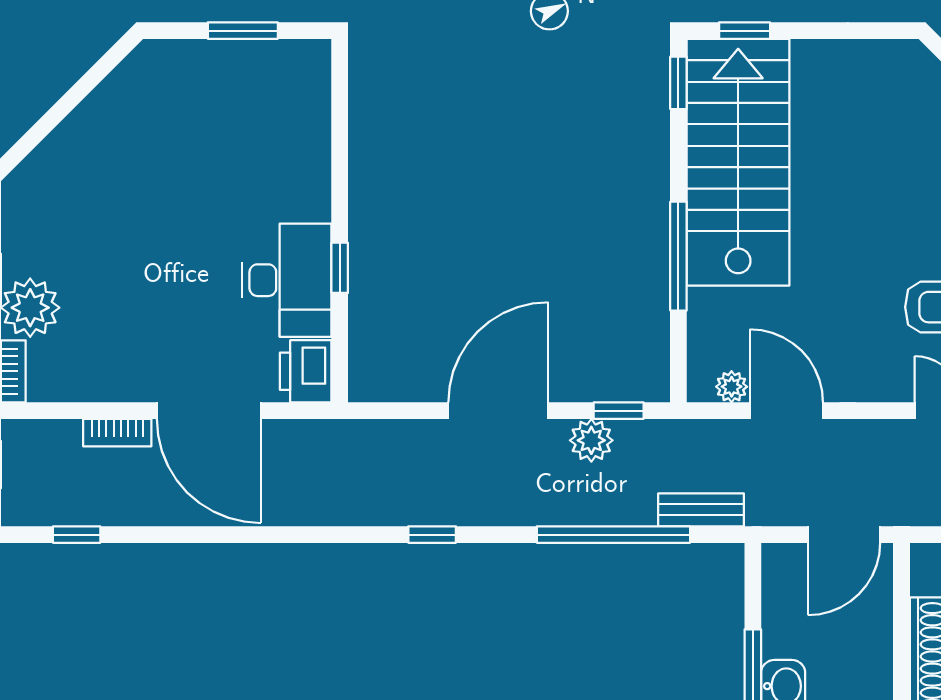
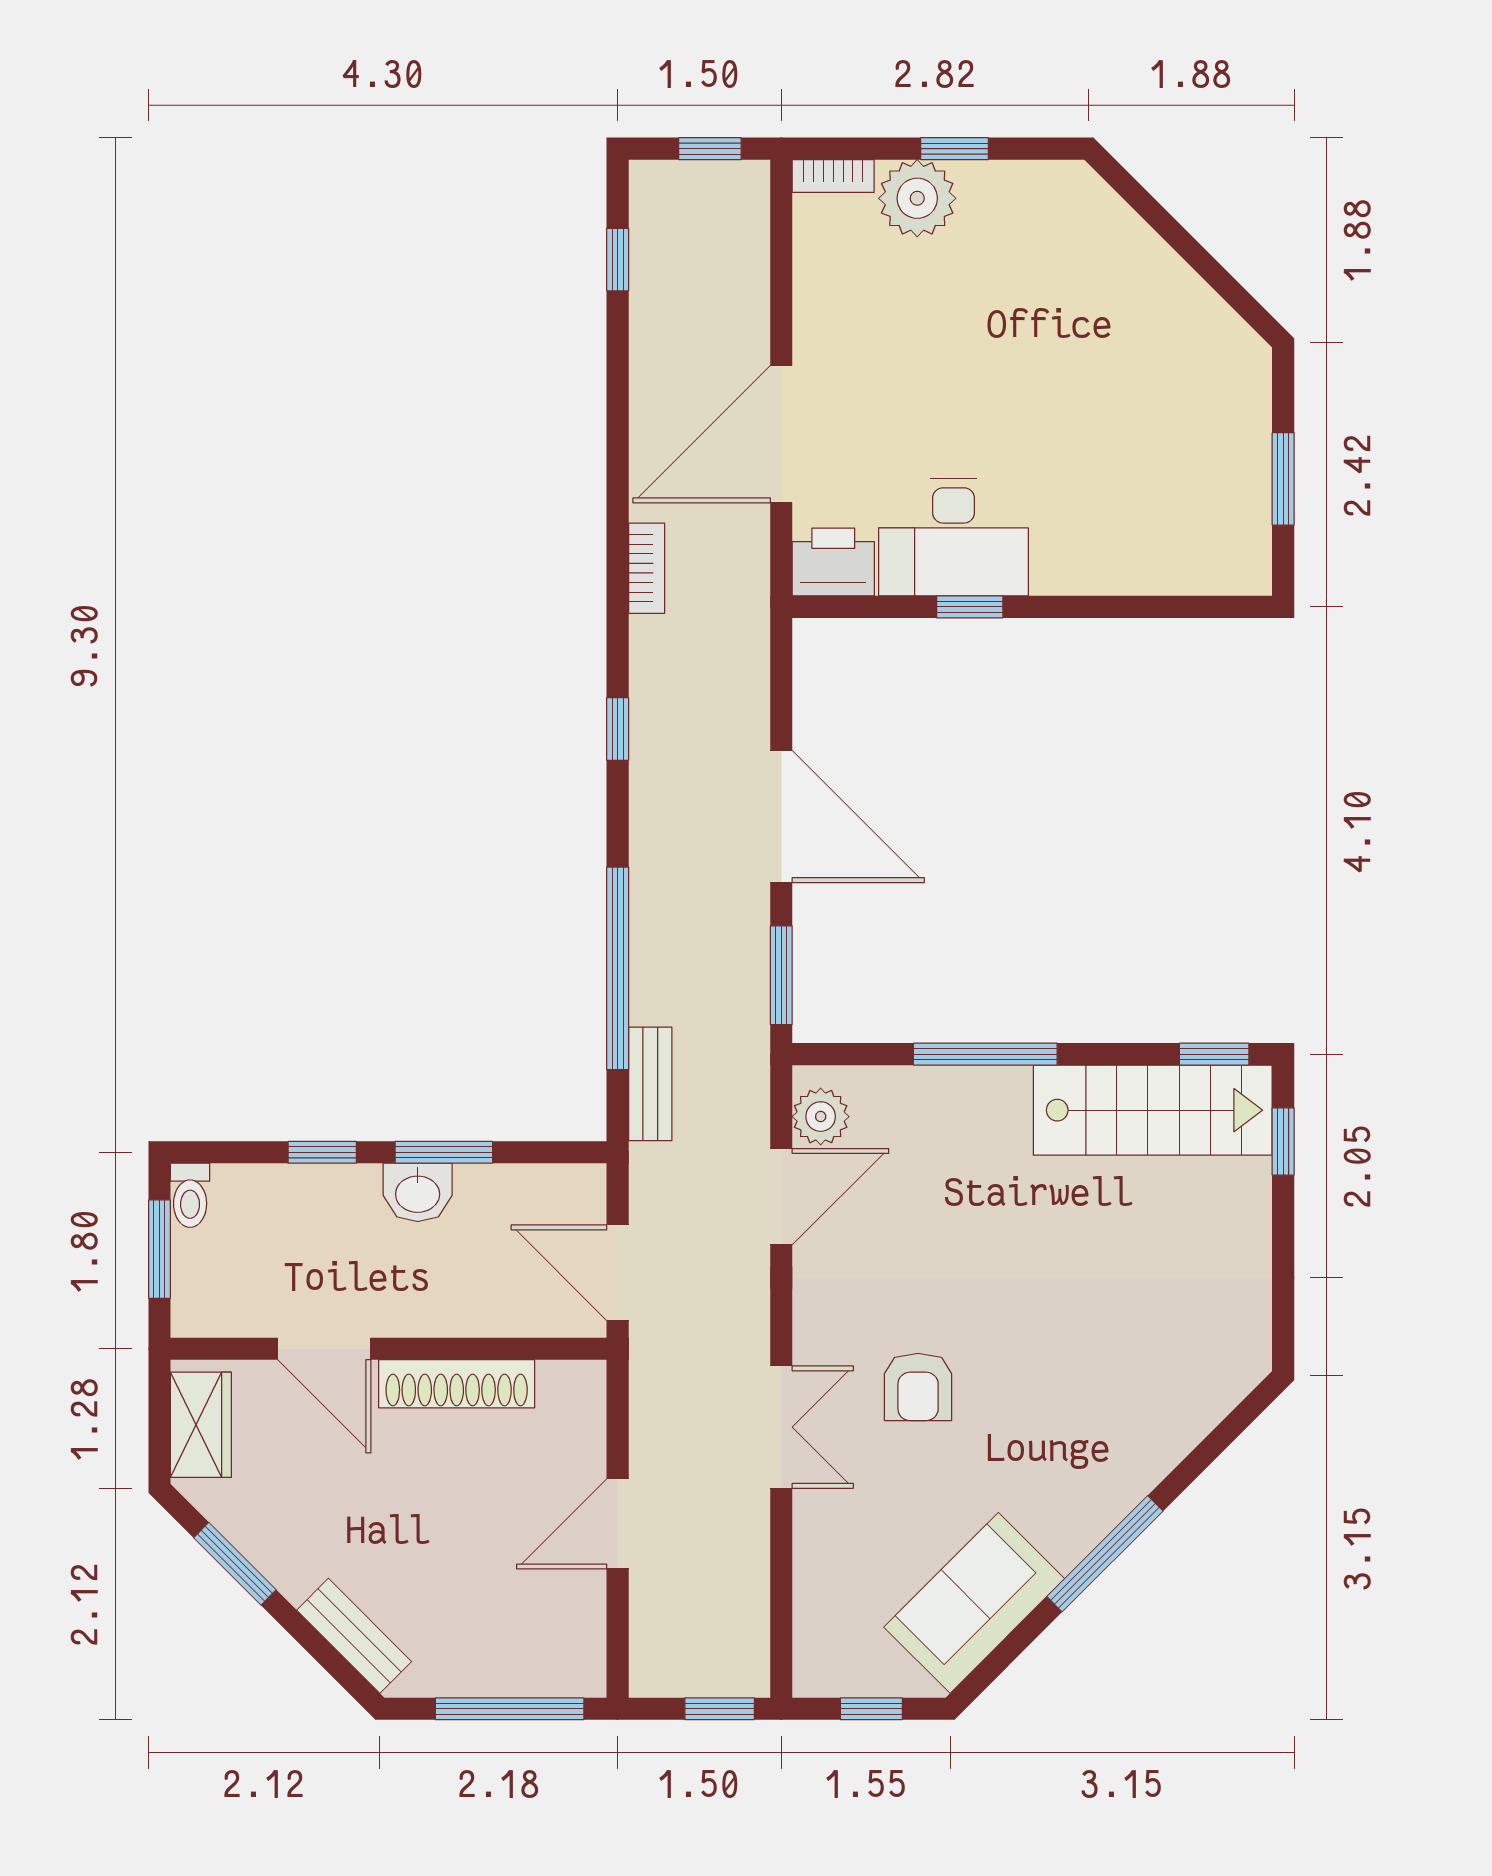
stairs: (738, 162) -> (1153, 1110), width x0.73, depth x0.66
plant: (732, 387) -> (821, 1117), width x1.38, depth x1.38
window: (619, 411) -> (781, 975), width x1.50
bookcase: (117, 433) -> (647, 568), moved, turned 180
plant: (591, 440) -> (742, 939), removed

